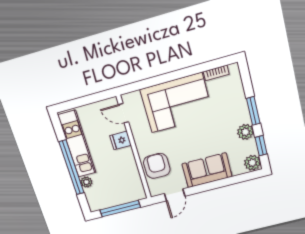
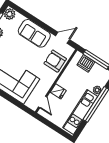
armchair: (157, 166) -> (55, 61), turned 90
dishwasher: (125, 195) -> (86, 63), added

